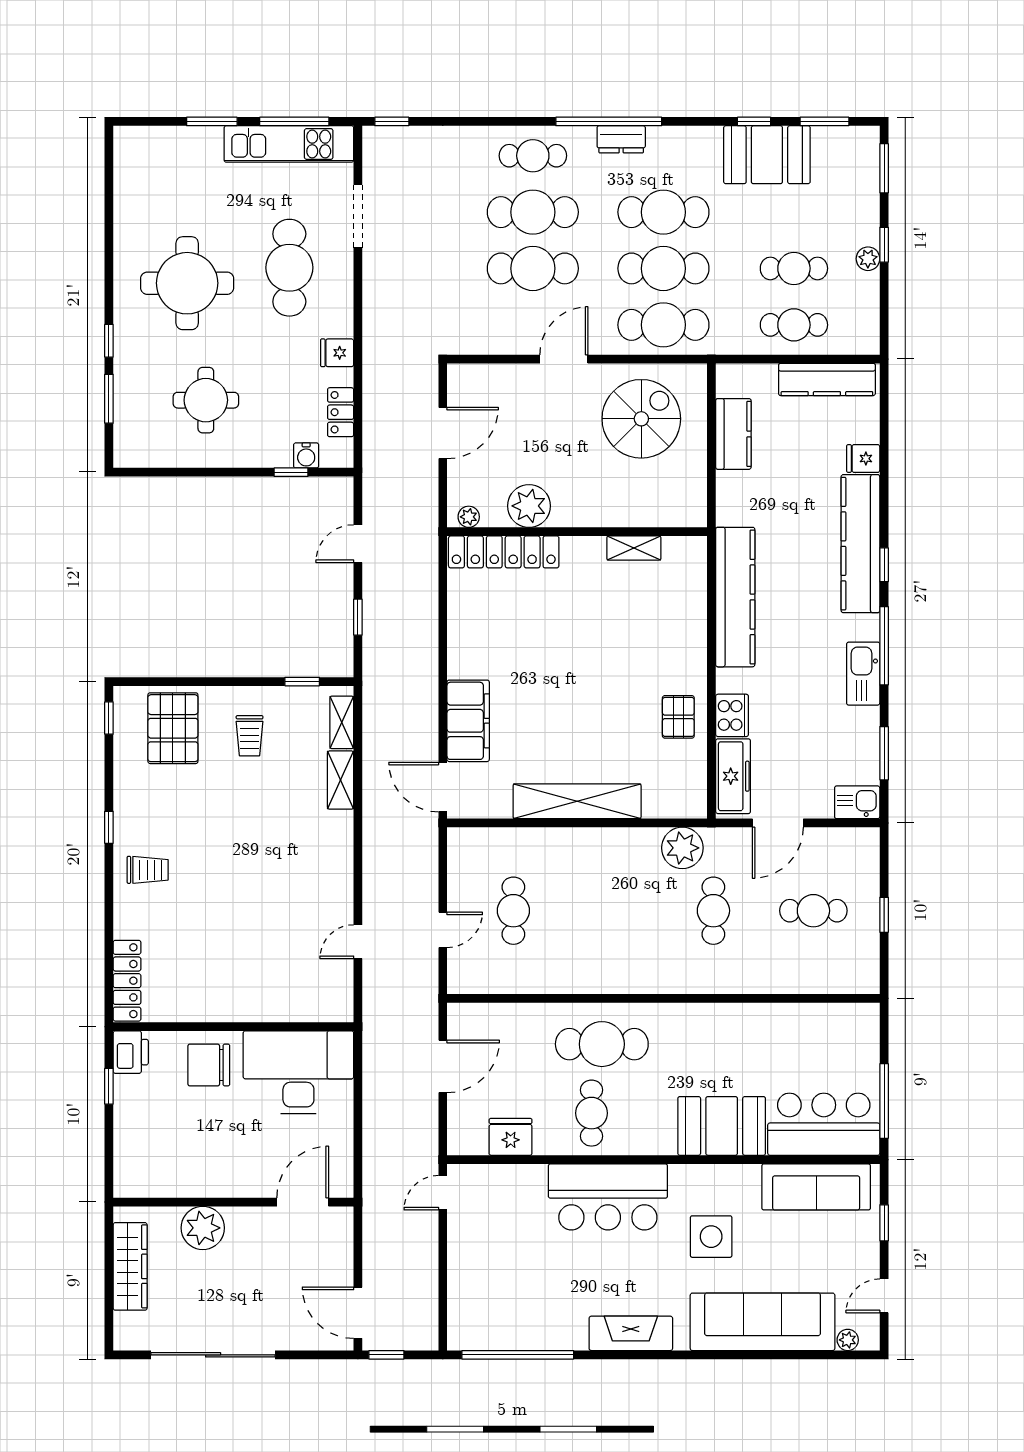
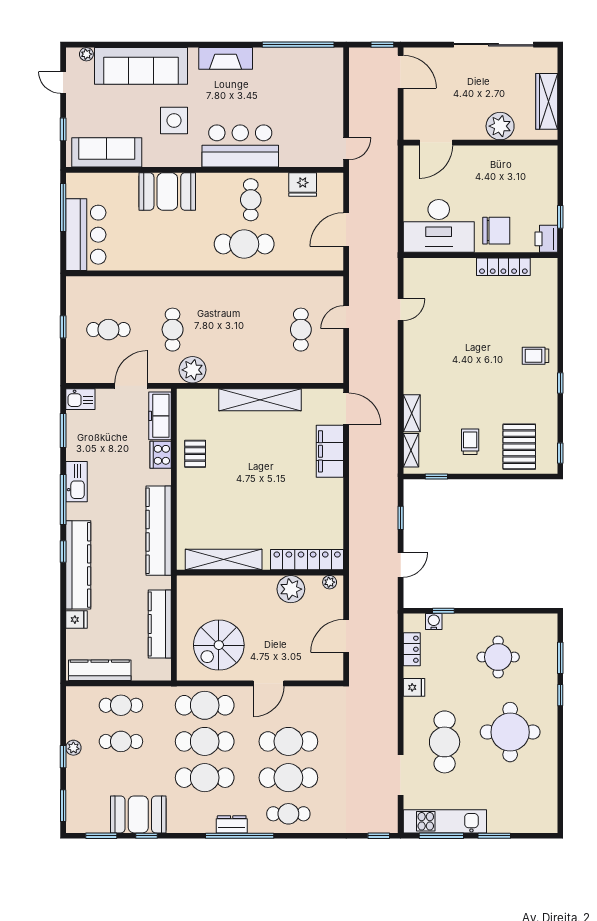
kitchen counter: (733, 434) -> (160, 624), width x1.50
shelving: (634, 548) -> (224, 560), width x2.20, depth x1.33
locker: (127, 981) -> (503, 267), moved, turned -90
bar counter: (824, 1124) -> (86, 235), moved, turned -90
door: (884, 1296) -> (63, 83), swing flipped

